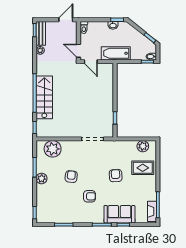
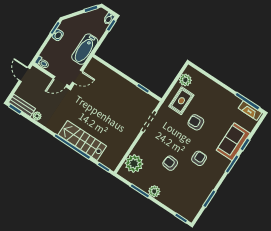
rug: (143, 168) -> (181, 101), moved

